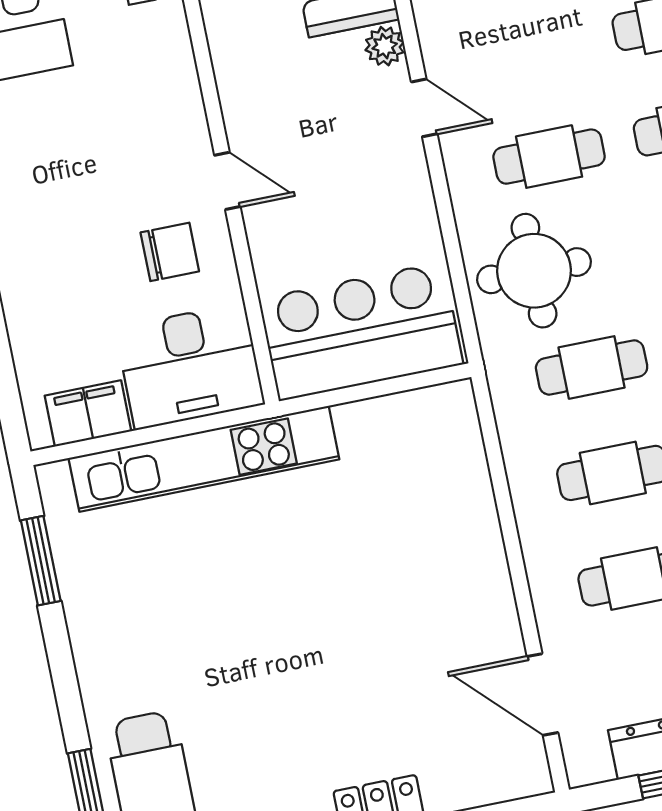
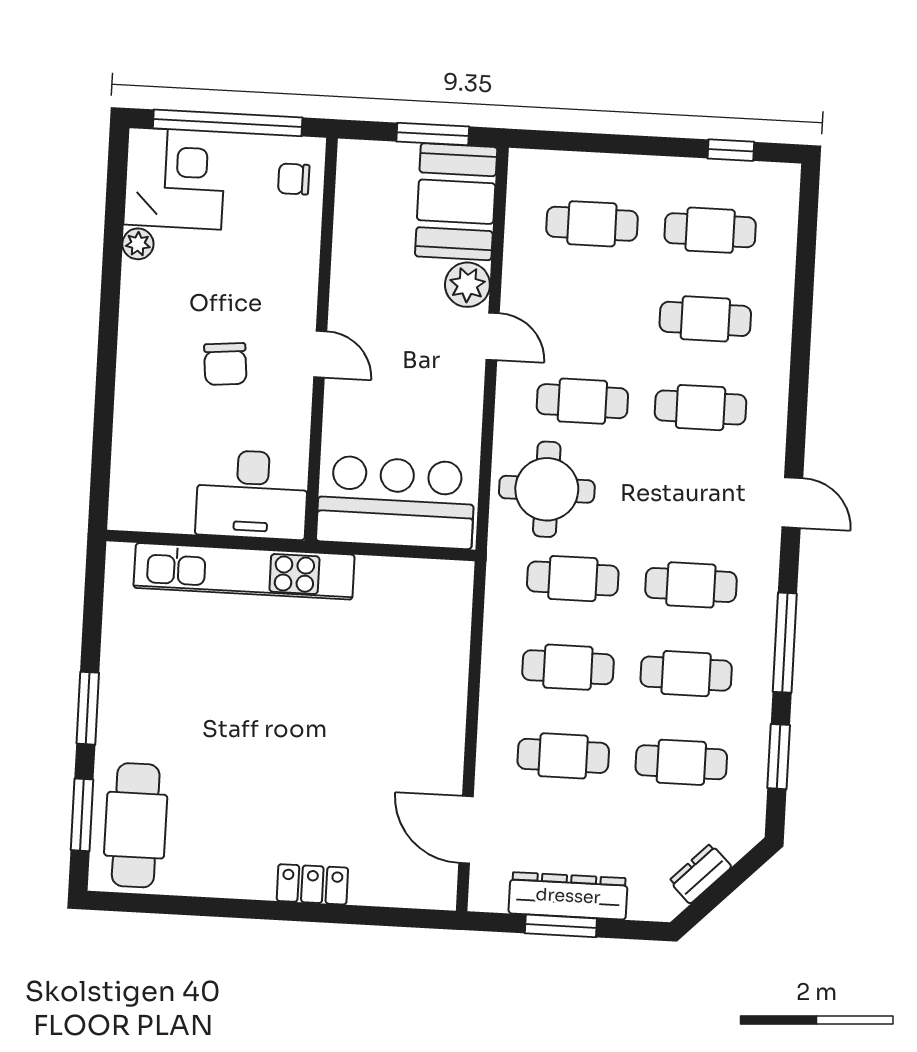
plant: (385, 46) -> (467, 285), width x1.38, depth x1.38
chair: (170, 252) -> (225, 364), moved, turned 85
filing cabinet: (88, 413) -> (161, 511), removed
window: (41, 561) -> (88, 708), moved

